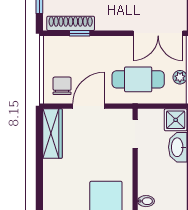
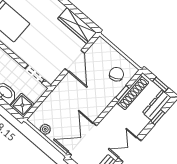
cafe table: (138, 79) -> (65, 104), removed
chair: (62, 86) -> (116, 74), moved, turned -115

